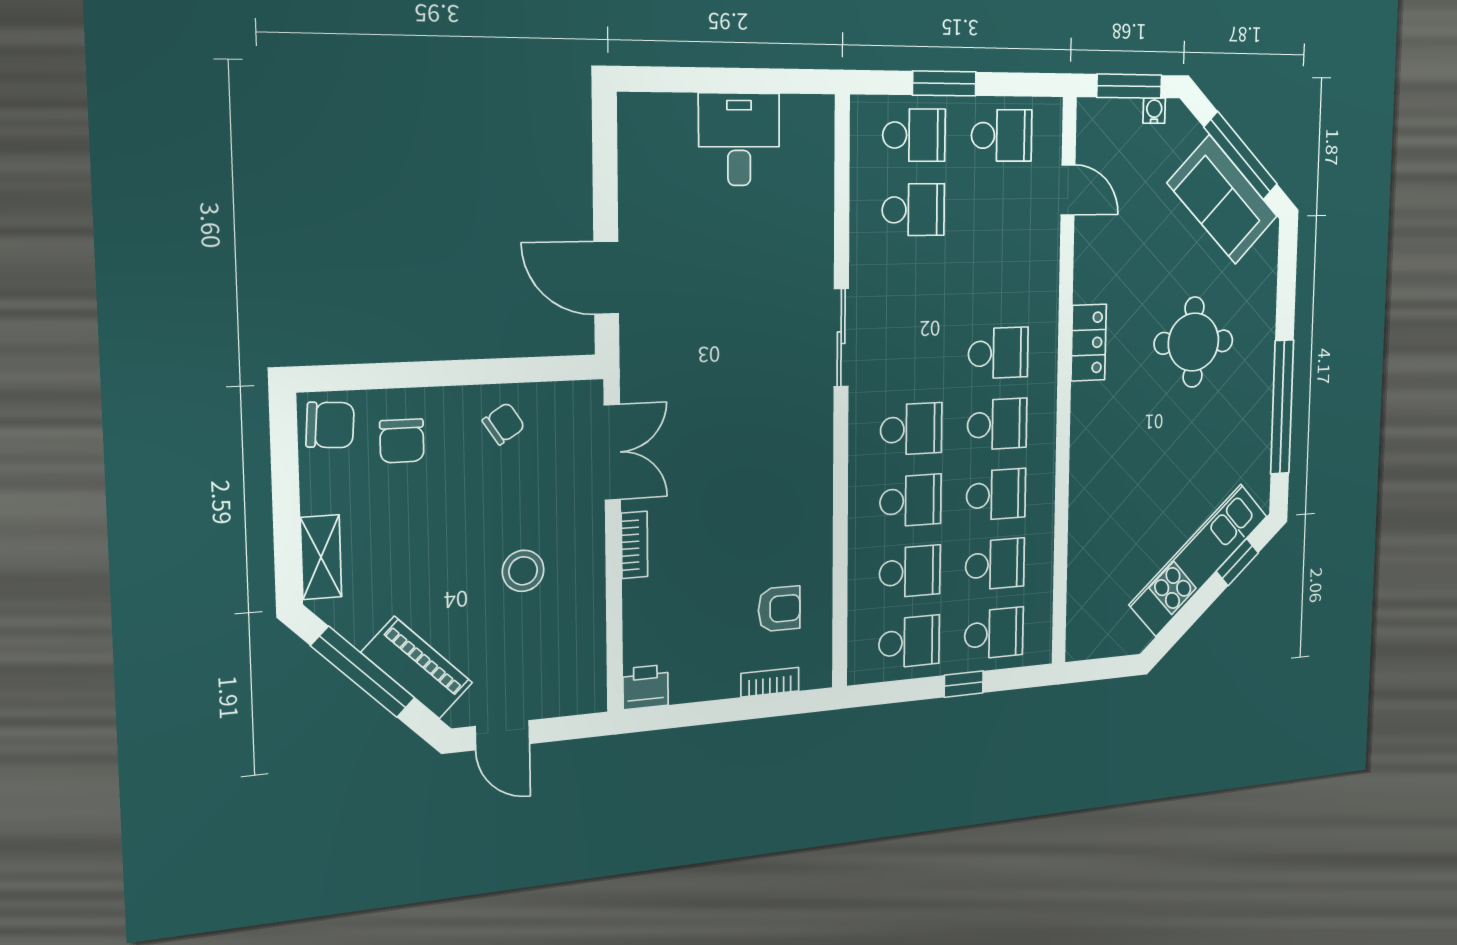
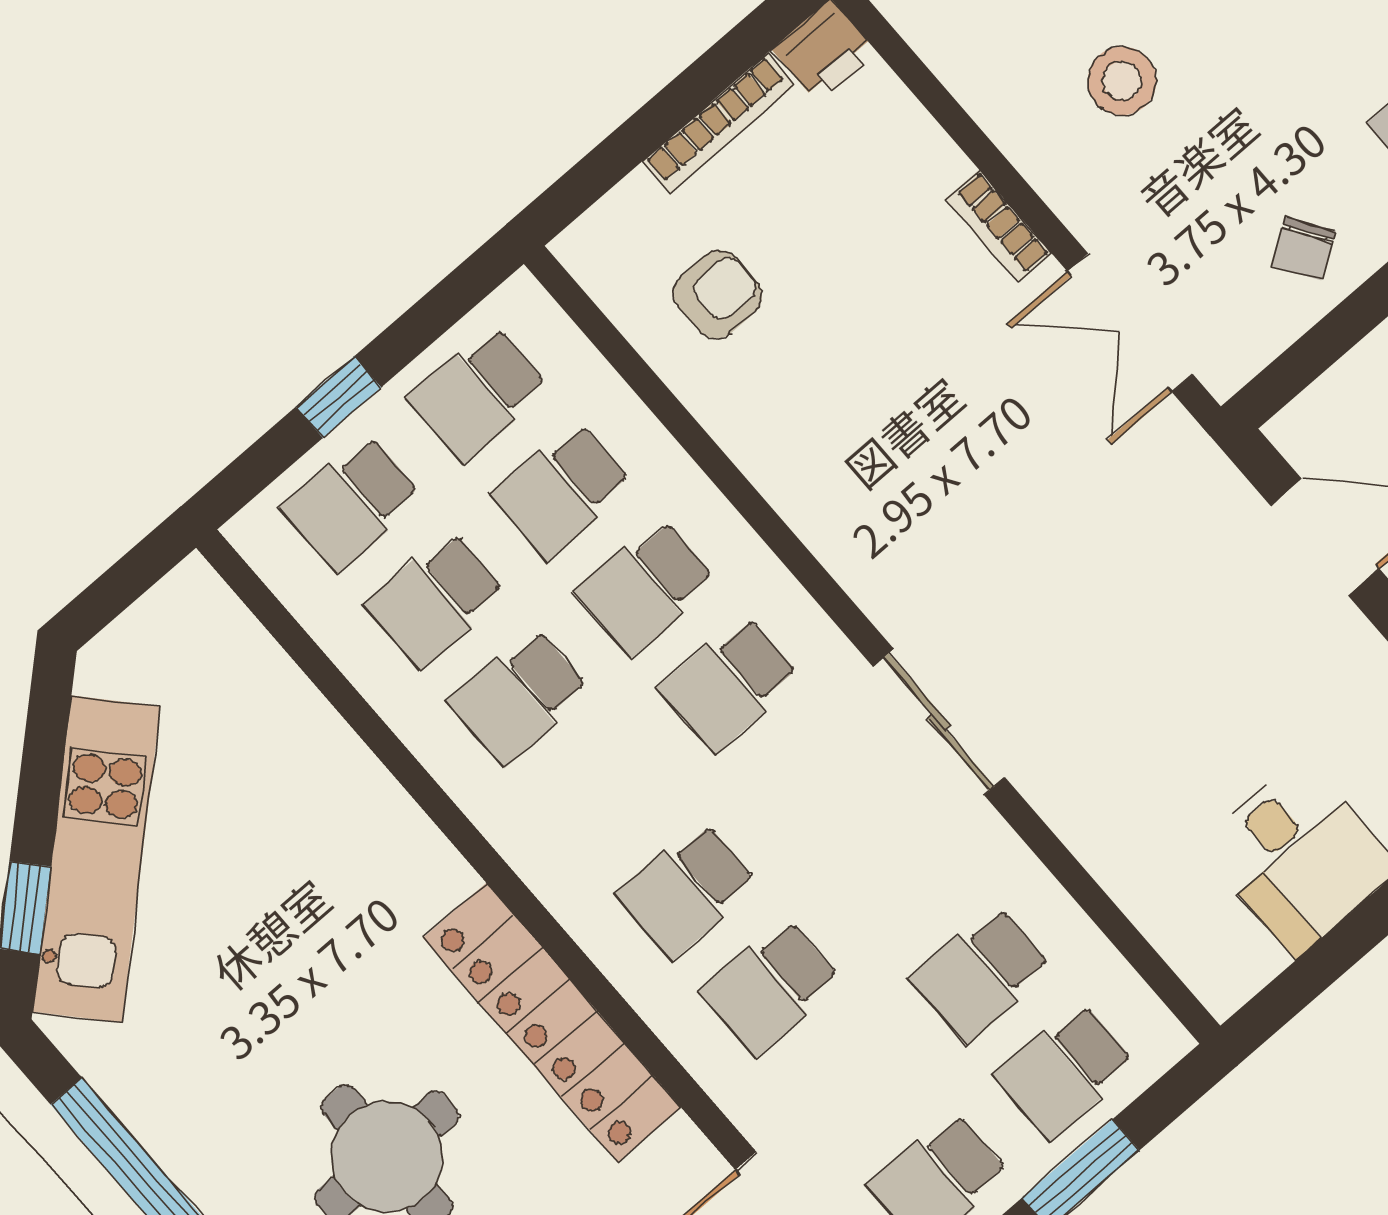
locker: (1089, 343) -> (552, 1023), width x2.16, depth x1.21
school desk: (997, 424) -> (771, 987), moved
armchair: (779, 609) -> (718, 294), turned 180
bookcase: (770, 682) -> (718, 123), moved, width x1.56

